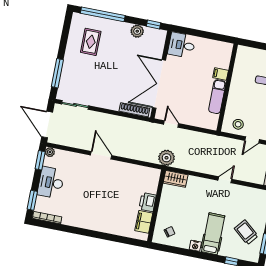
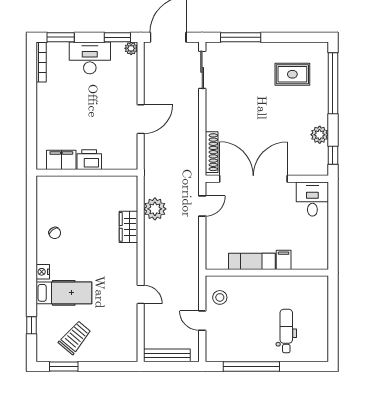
printer: (148, 202) -> (89, 160), moved
wall: (156, 206) -> (87, 173), moved
filing cabinet: (144, 222) -> (61, 160), moved

